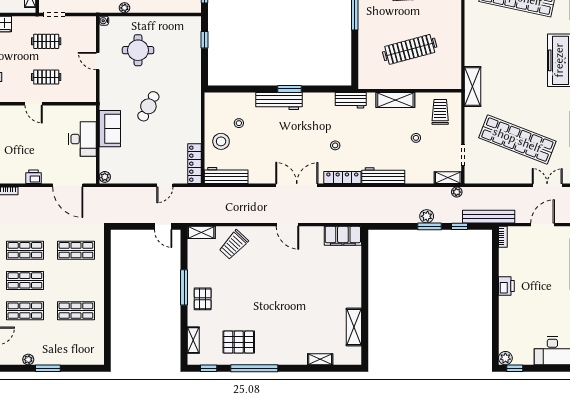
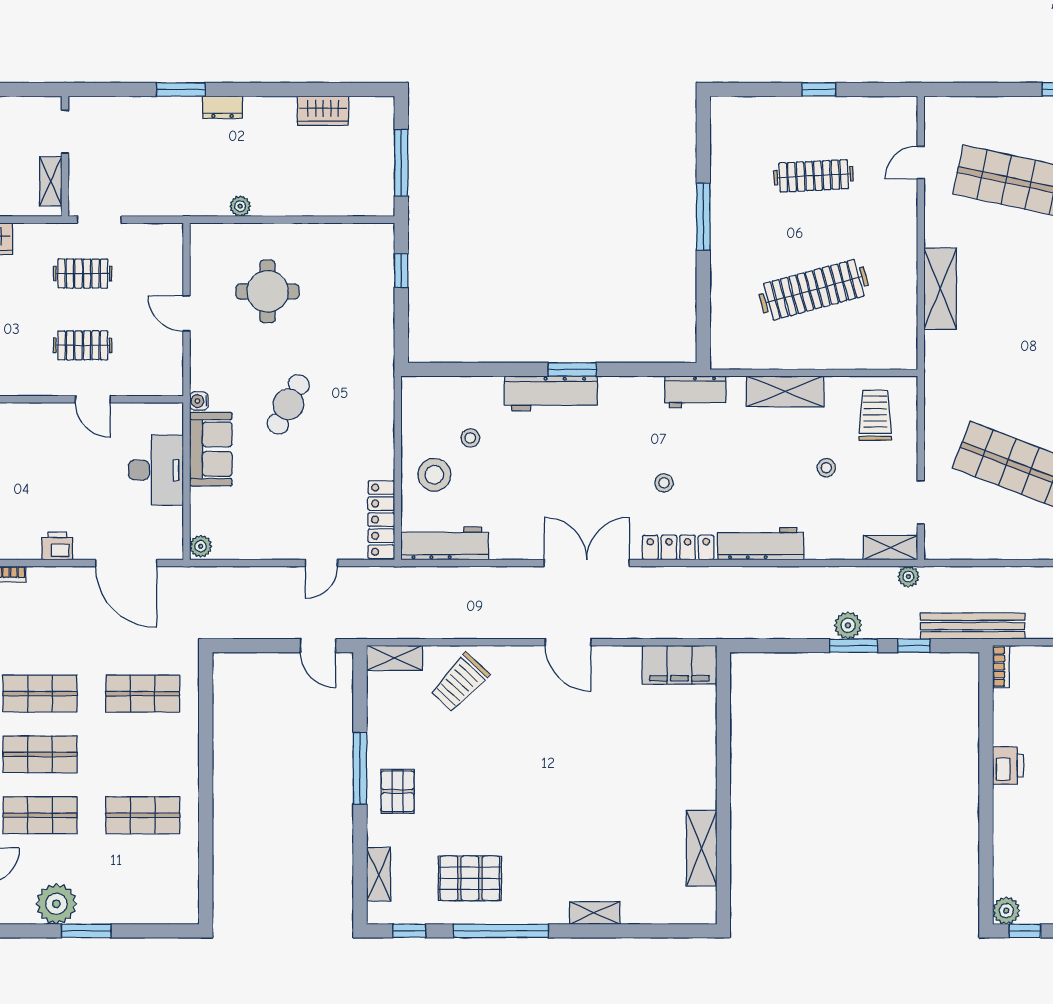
water cooler: (104, 21) -> (199, 401), moved
shelving: (473, 86) -> (940, 289), moved
door: (34, 104) -> (93, 399), moved
shelving: (320, 359) -> (595, 913), moved
plant: (28, 360) -> (56, 904), width x1.88, depth x1.88

